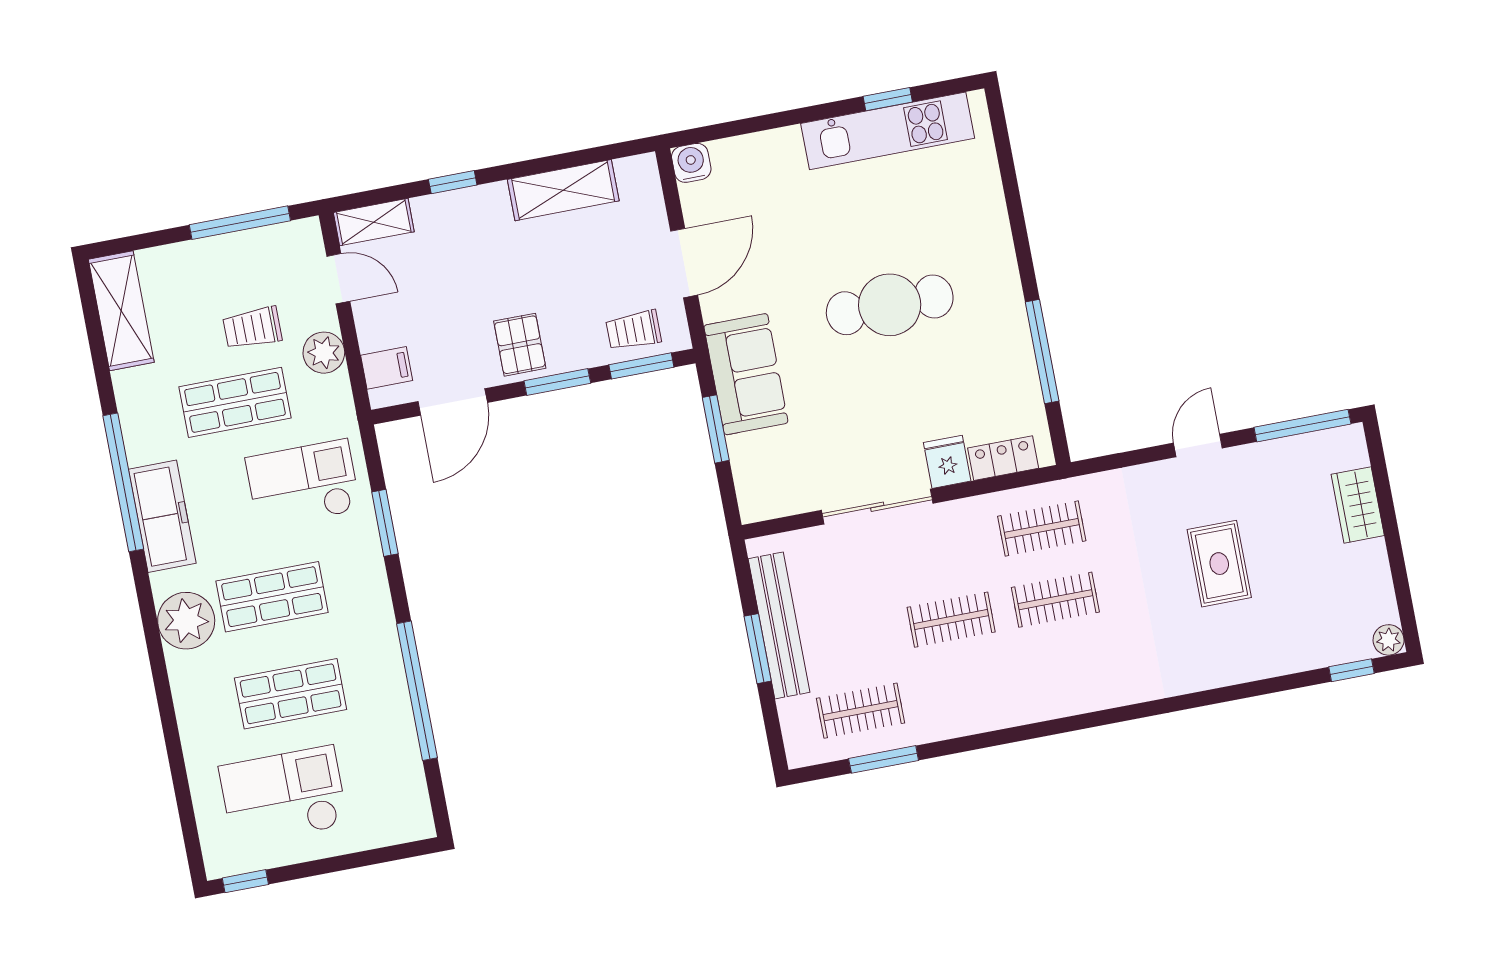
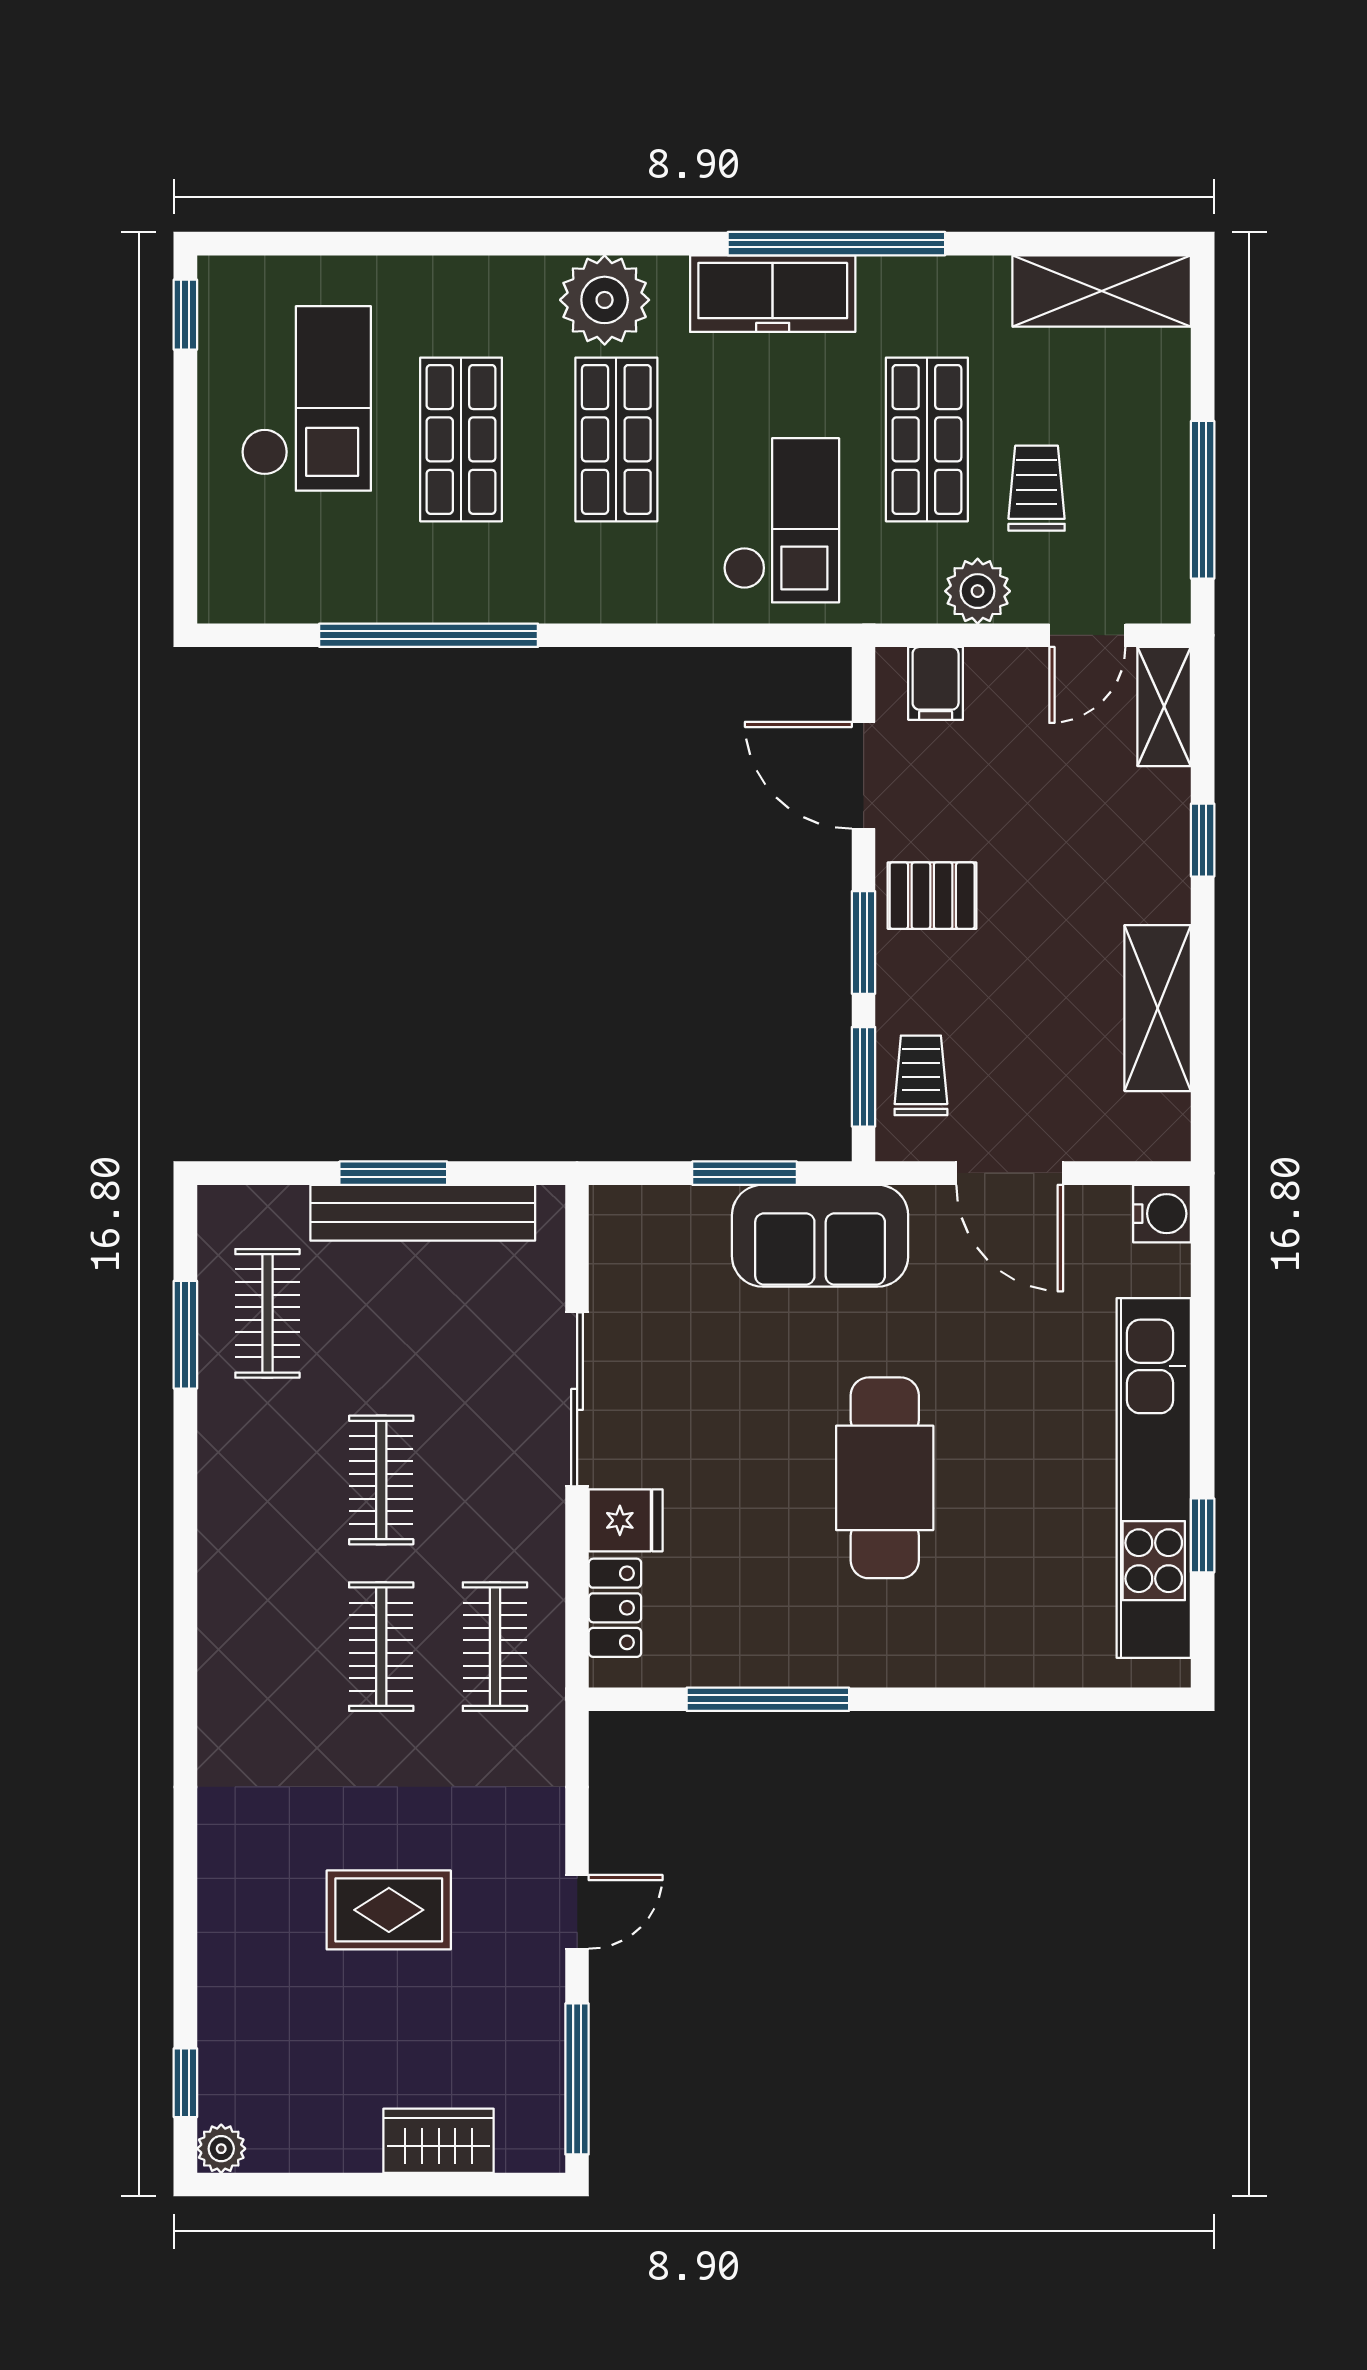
kitchen unit: (888, 131) -> (1154, 1478), width x1.36
door: (1198, 446) -> (577, 1912), hinge flipped
window: (385, 523) -> (697, 635), removed

